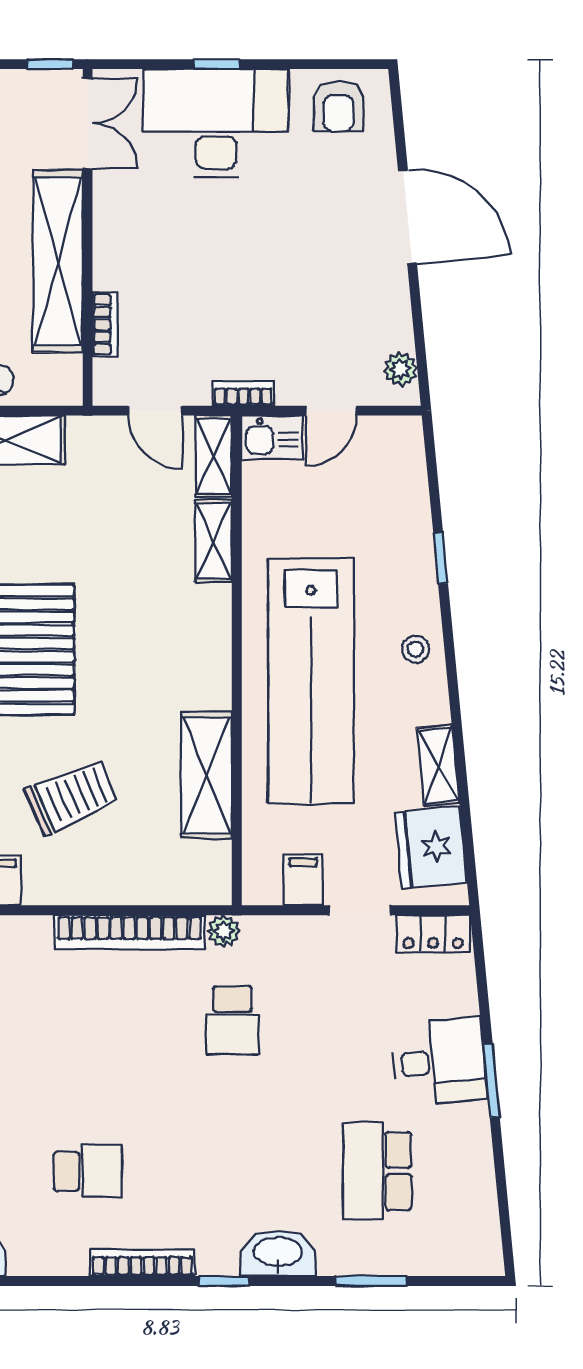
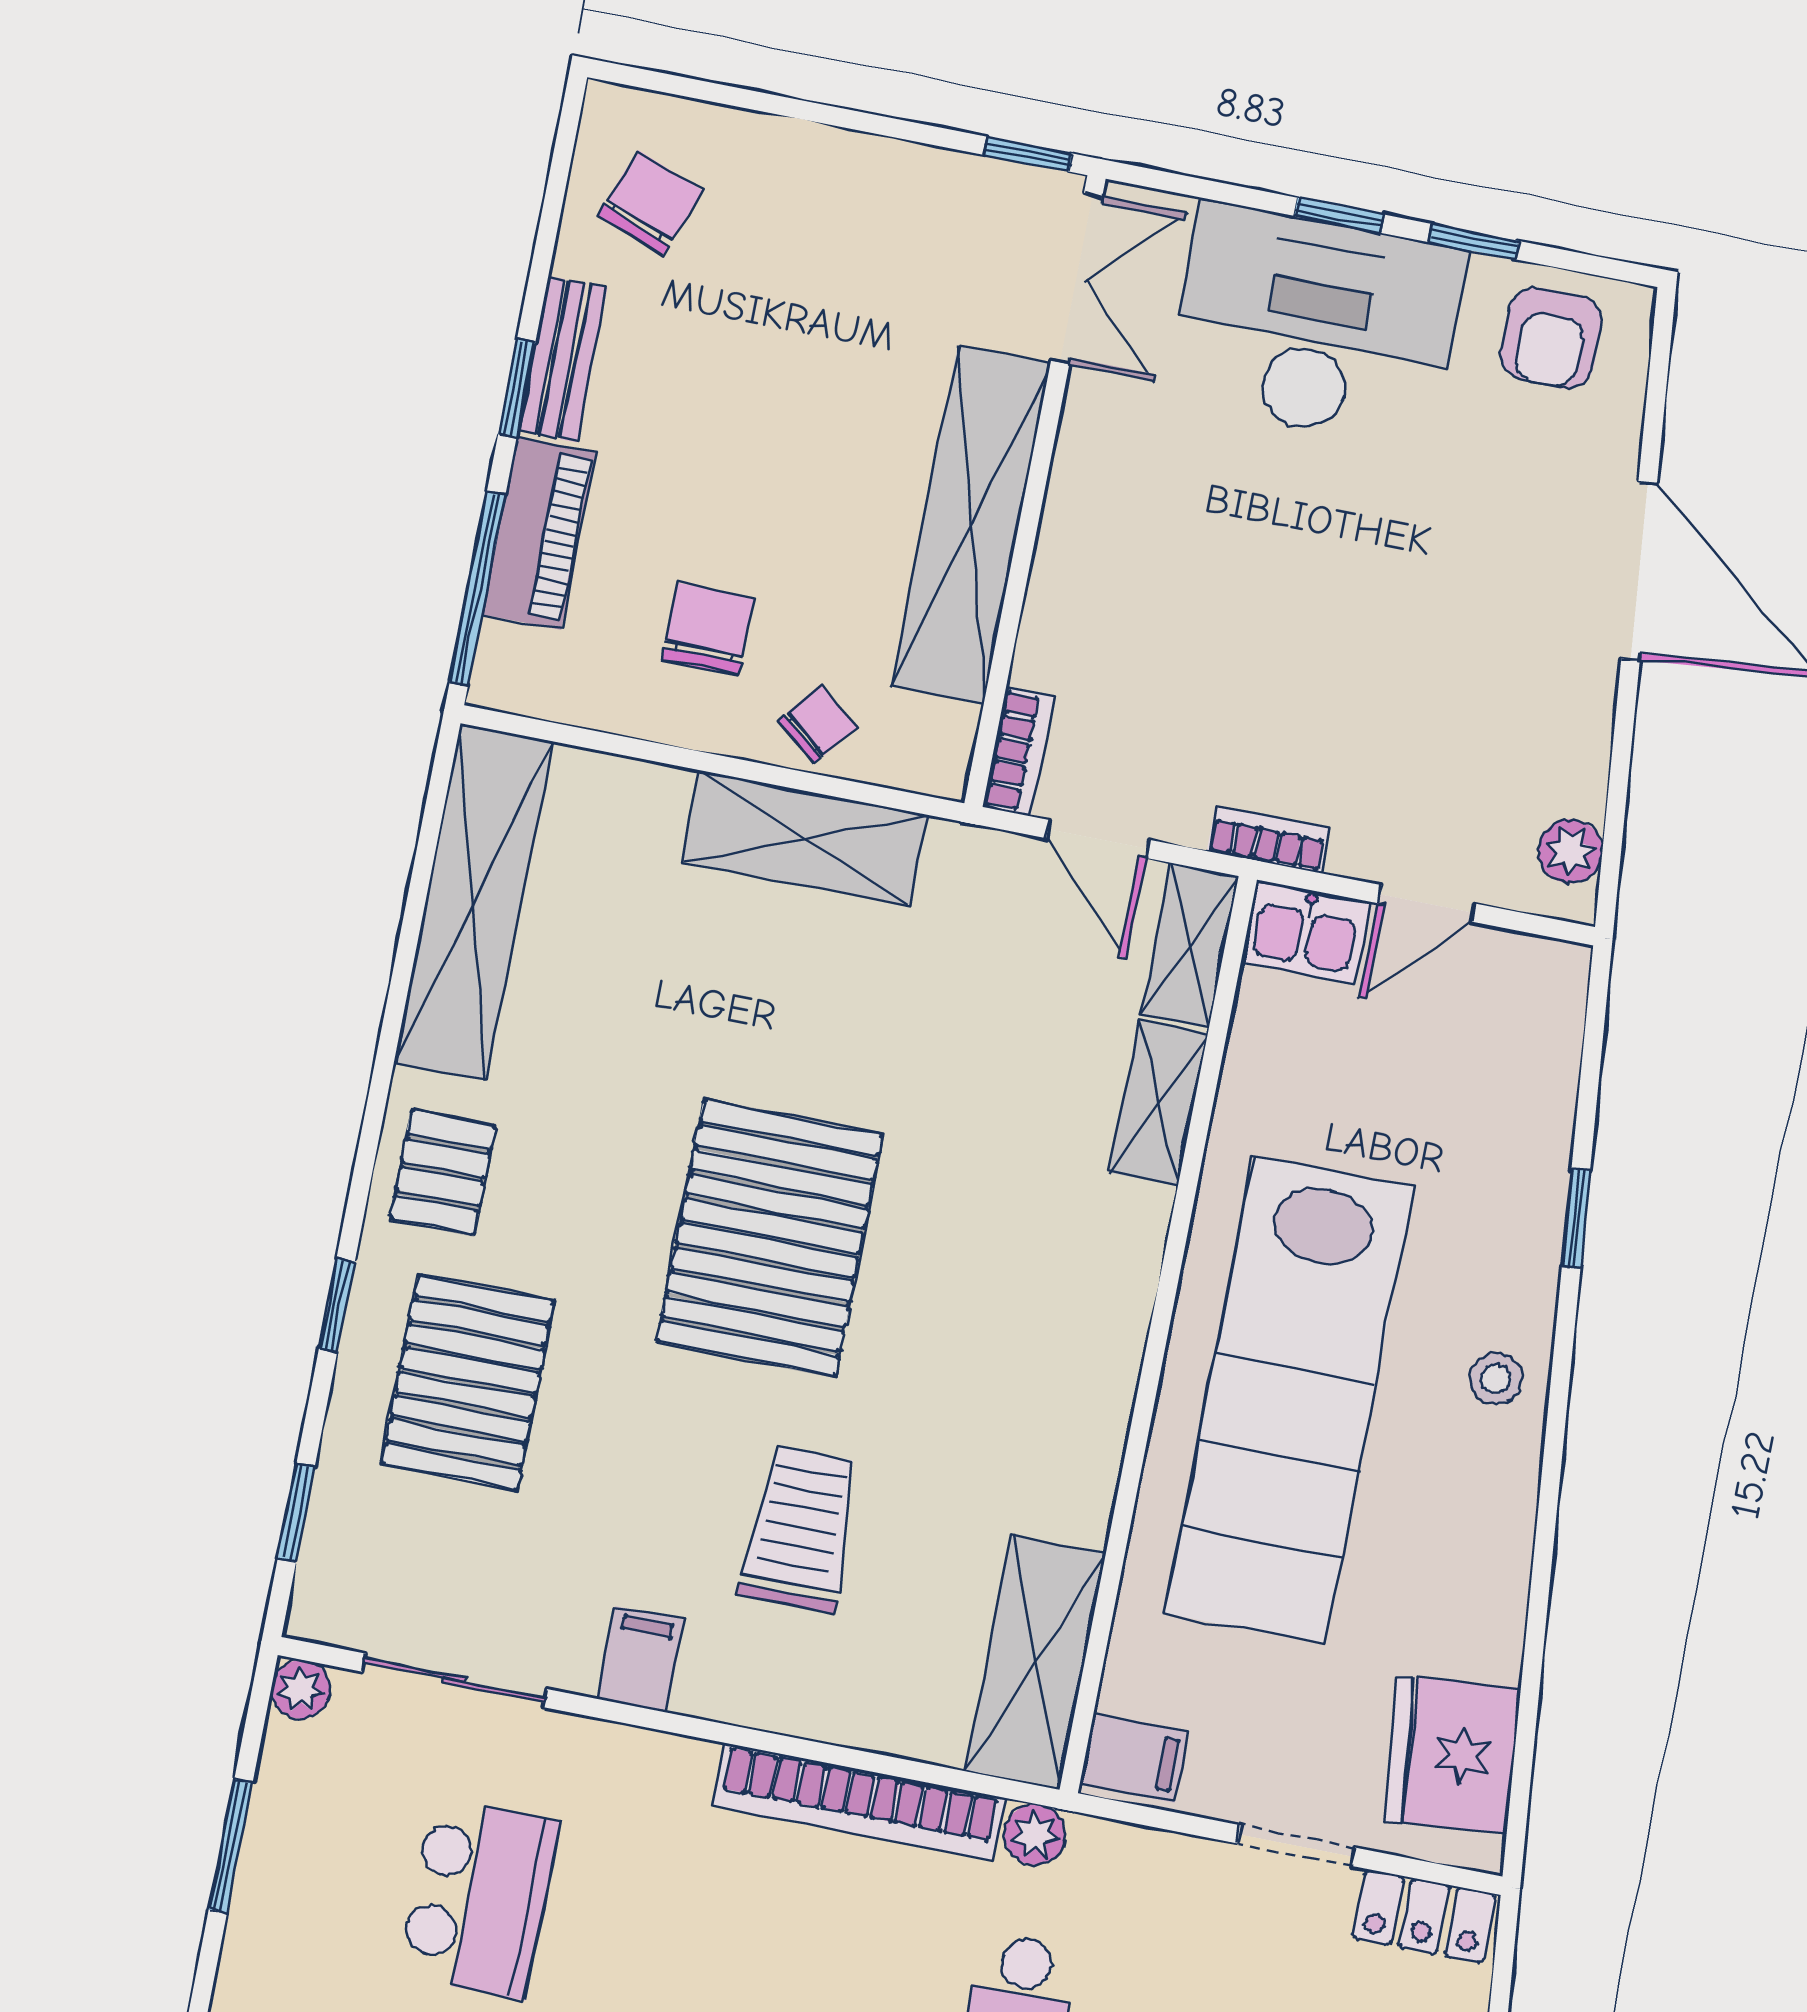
window: (289, 64) -> (1473, 242), added
bookcase: (105, 325) -> (1018, 752), moved
shelving: (438, 765) -> (1495, 1604), removed
shelving: (206, 775) -> (1035, 1662), moved
trolley: (72, 797) -> (801, 1529), turned -67
filing cabinet: (303, 880) -> (1134, 1758), moved, turned 90

